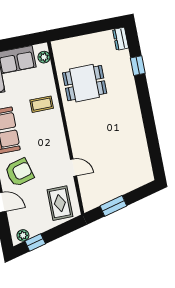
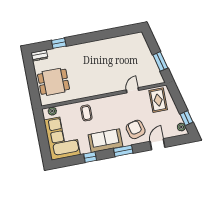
dining table: (85, 83) -> (53, 82), moved, turned 90
rug: (60, 203) -> (158, 100), turned 90

